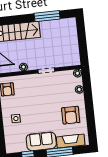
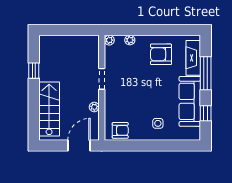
window: (47, 16) -> (34, 71), width x0.46
armchair: (71, 115) -> (161, 54), turned 180
sofa: (41, 141) -> (190, 101), width x1.36

